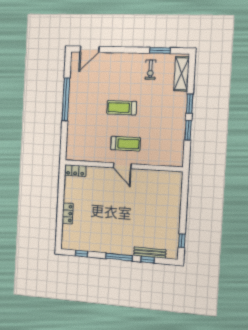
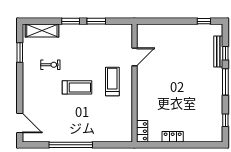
exercise bike: (150, 70) -> (50, 65), moved
treadmill: (122, 108) -> (77, 87), turned -90
door: (122, 166) -> (134, 57), moved
locker: (68, 213) -> (173, 137), moved

